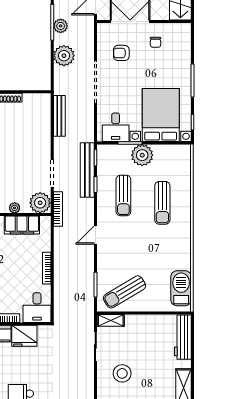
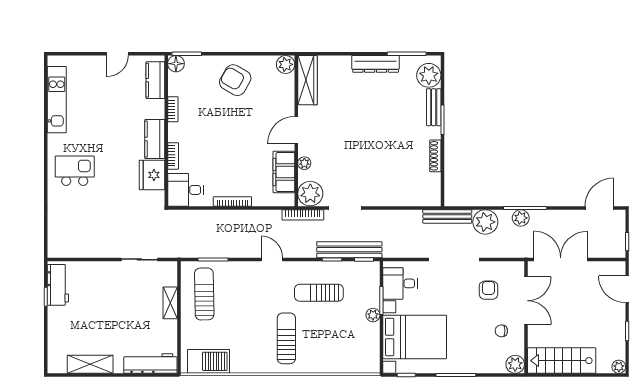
plant: (184, 31) -> (515, 364), added
bench: (59, 116) -> (447, 216), moved
plant: (142, 155) -> (373, 315), width x0.53, depth x0.53
sun lounger: (162, 203) -> (286, 338), moved, turned 90
sun lounger: (124, 292) -> (204, 294), turned 30
shelving: (111, 320) -> (170, 303), moved
stool: (122, 373) -> (107, 291), removed

